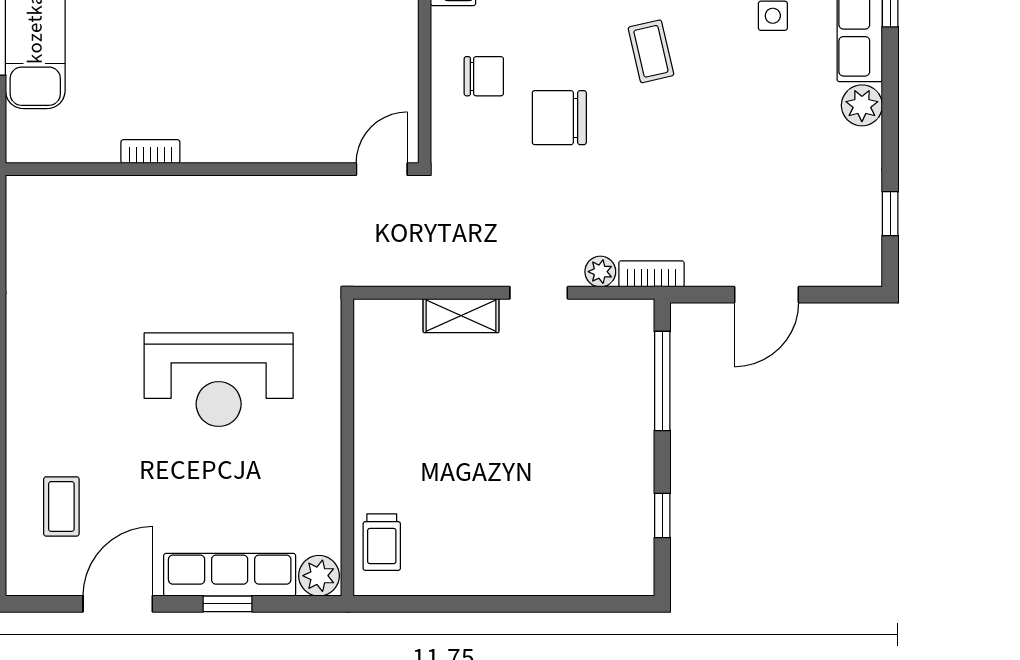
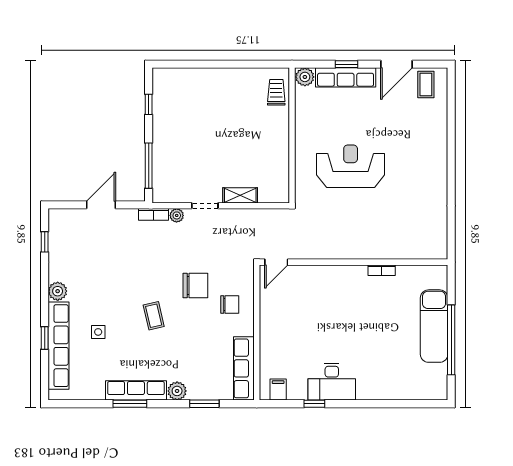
chair: (484, 76) -> (230, 304), turned 180
coffee table: (61, 506) -> (426, 85), moved

